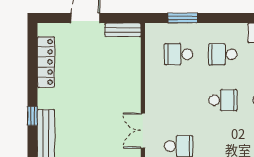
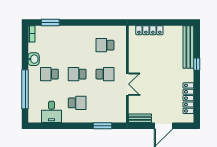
school desk: (179, 54) -> (105, 74), moved
double door: (143, 130) -> (127, 84), moved

